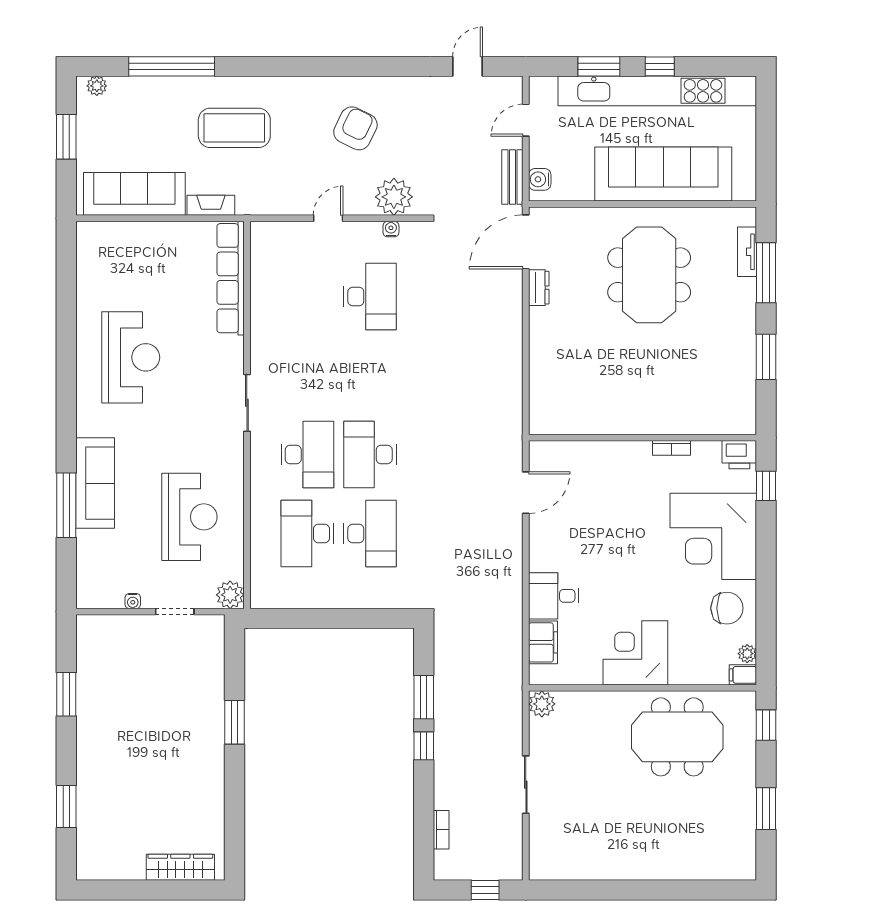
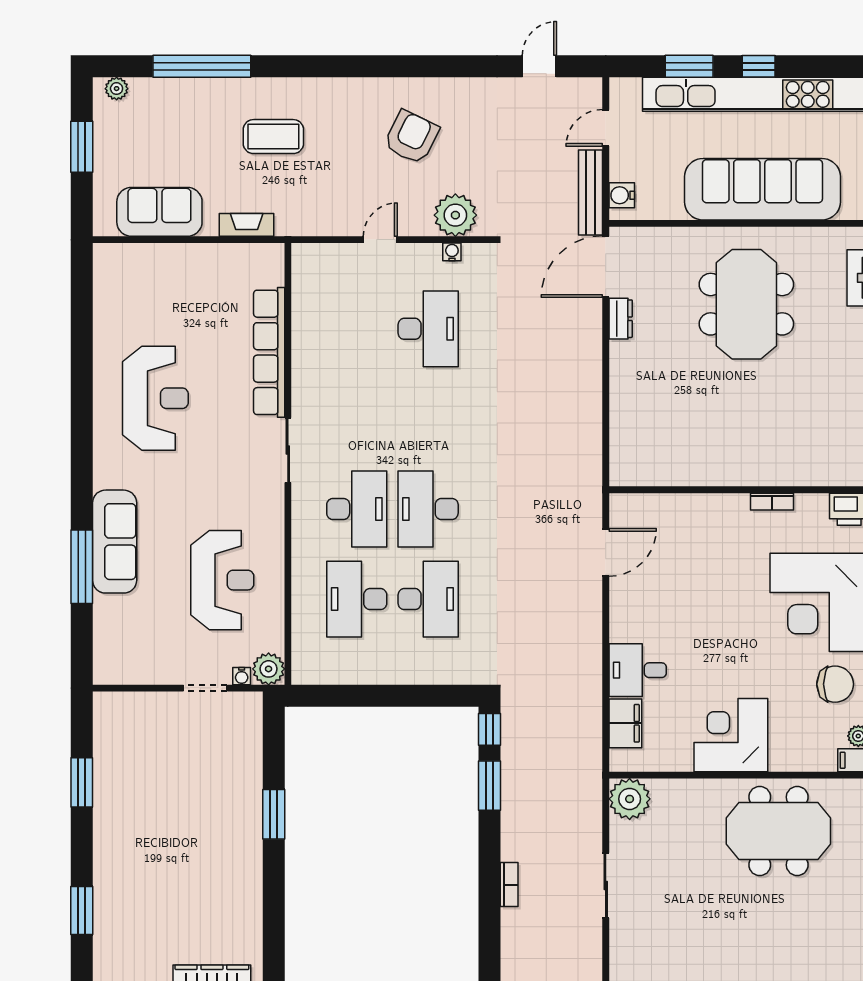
coffee table: (234, 128) -> (273, 137), width x0.73, depth x0.76
bench: (512, 177) -> (591, 193), width x1.36
sofa: (134, 194) -> (159, 212), width x0.73
row of seats: (231, 278) -> (269, 352), moved
water cooler: (133, 601) -> (242, 676), moved
plant: (542, 704) -> (630, 799), width x1.36, depth x1.36
window: (424, 746) -> (489, 729), moved
bookcase: (441, 830) -> (509, 885), moved

